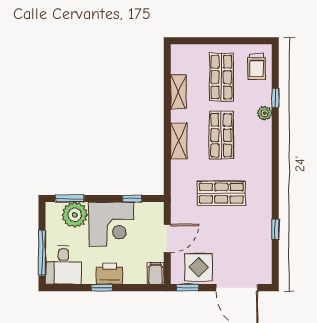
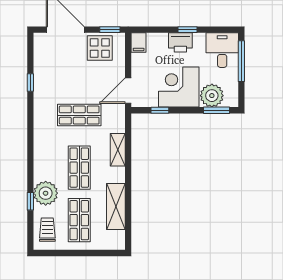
shelving: (178, 92) -> (116, 206), width x1.50, depth x1.33
plant: (265, 113) -> (46, 193), width x1.88, depth x1.88
shelving: (179, 141) -> (118, 150), moved
door: (167, 238) -> (128, 91), moved

